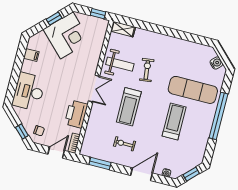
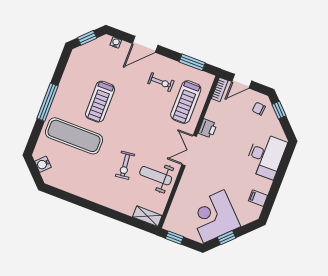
treadmill: (129, 107) -> (186, 102), moved, turned 180
printer: (76, 114) -> (208, 128), width x0.53, depth x0.68
window: (219, 116) -> (47, 102), width x0.68

